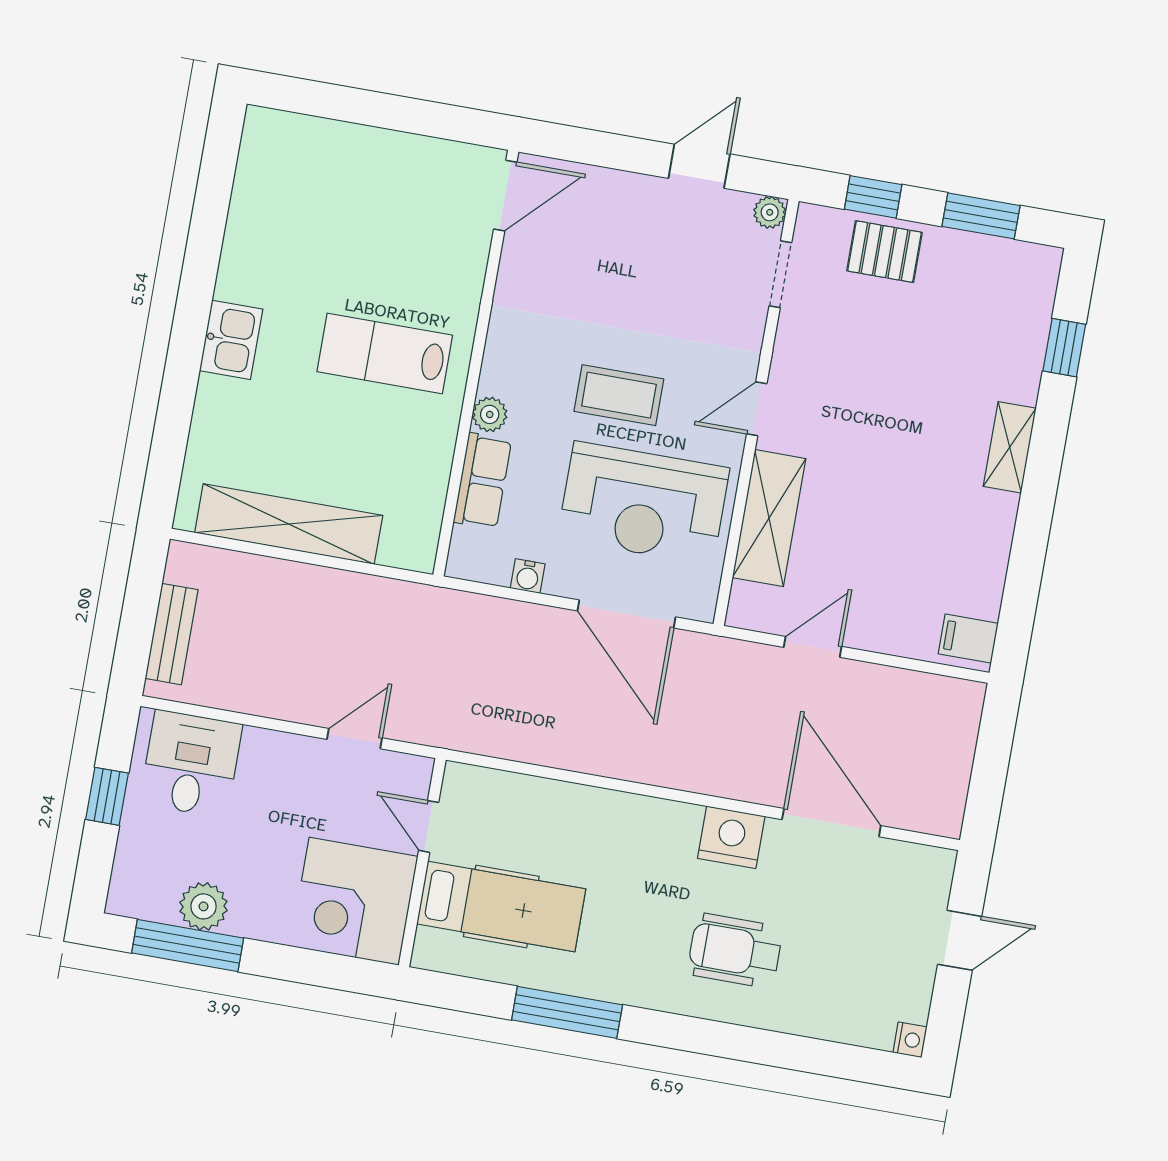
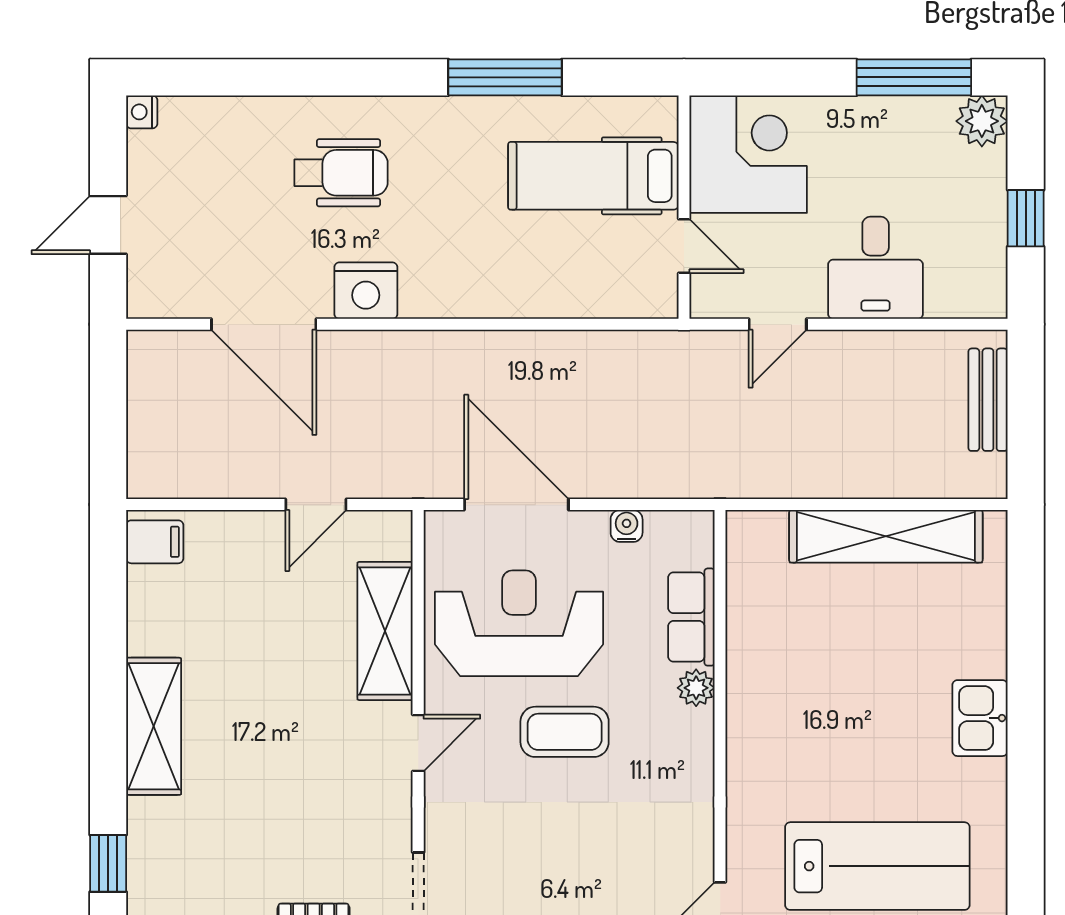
lab bench: (385, 353) -> (877, 866), moved, width x1.36, depth x1.39
shelving: (1010, 447) -> (154, 726), width x1.50, depth x1.33
desk: (191, 764) -> (876, 268), moved
plant: (203, 906) -> (982, 121), moved

